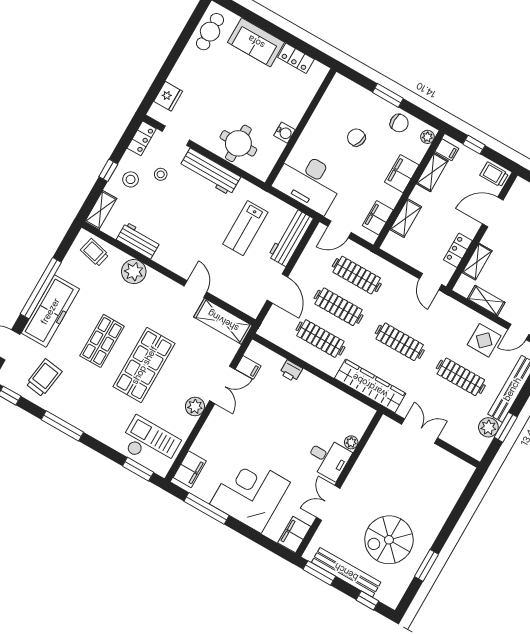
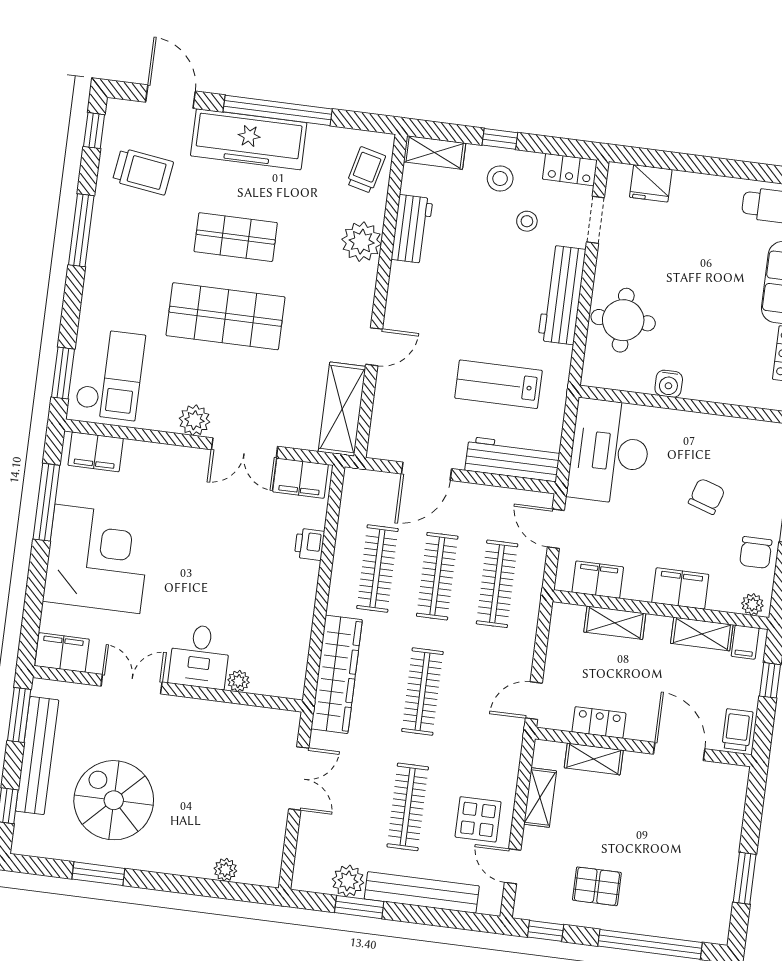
filing cabinet: (248, 367) -> (300, 478), width x2.00
plant: (454, 493) -> (225, 870), added

